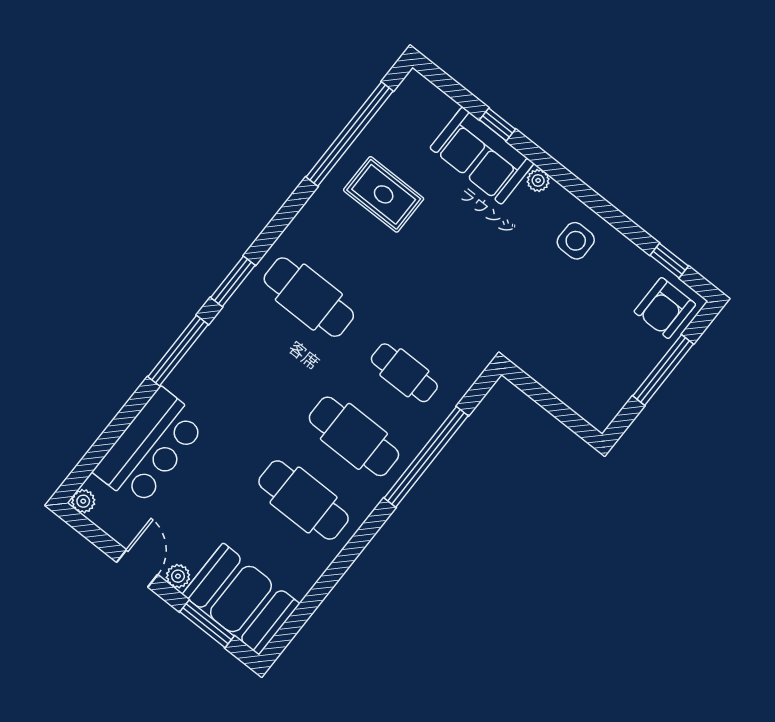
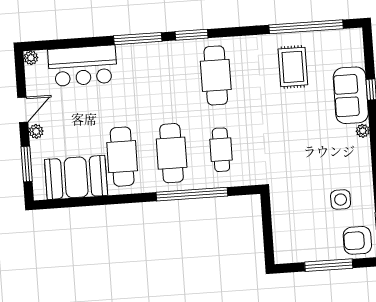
side table: (576, 241) -> (341, 200), moved
booth: (241, 599) -> (76, 177), moved, turned 90

